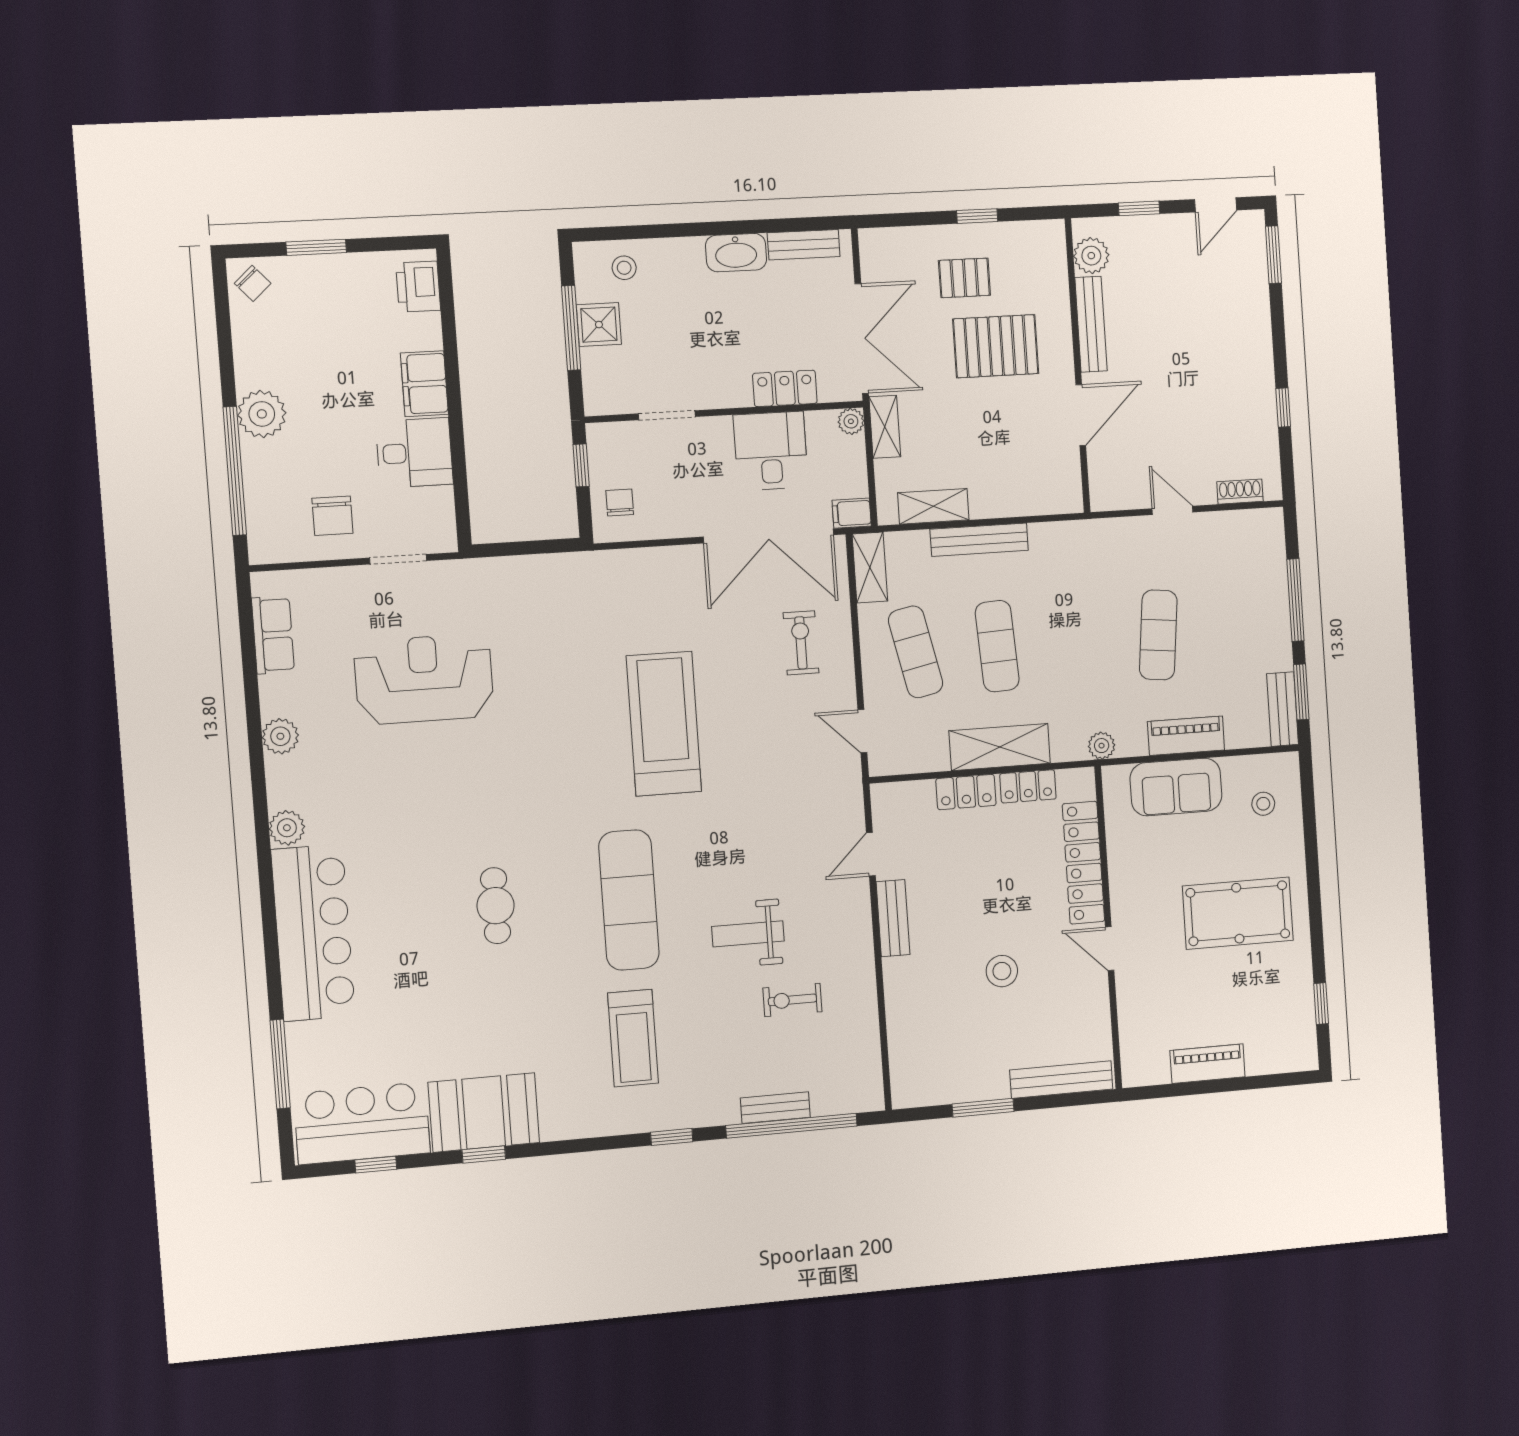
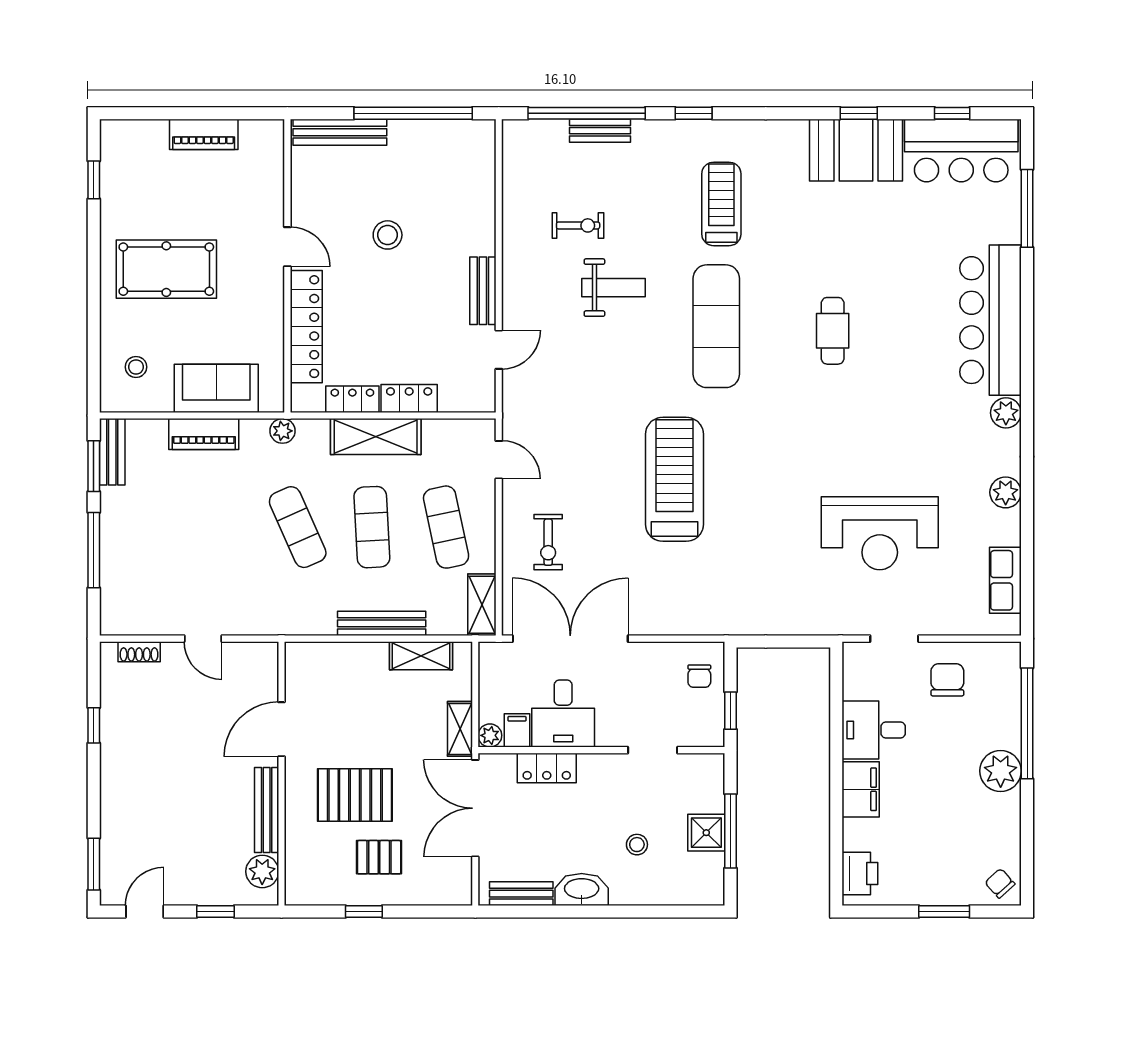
stool: (624, 268) -> (637, 845), moved
filing cabinet: (852, 513) -> (517, 730), moved, turned -90
exercise mat: (1158, 635) -> (298, 527), moved, turned -30
treadmill: (664, 724) -> (674, 479), turned 180
window: (983, 1108) -> (413, 113), width x2.11

